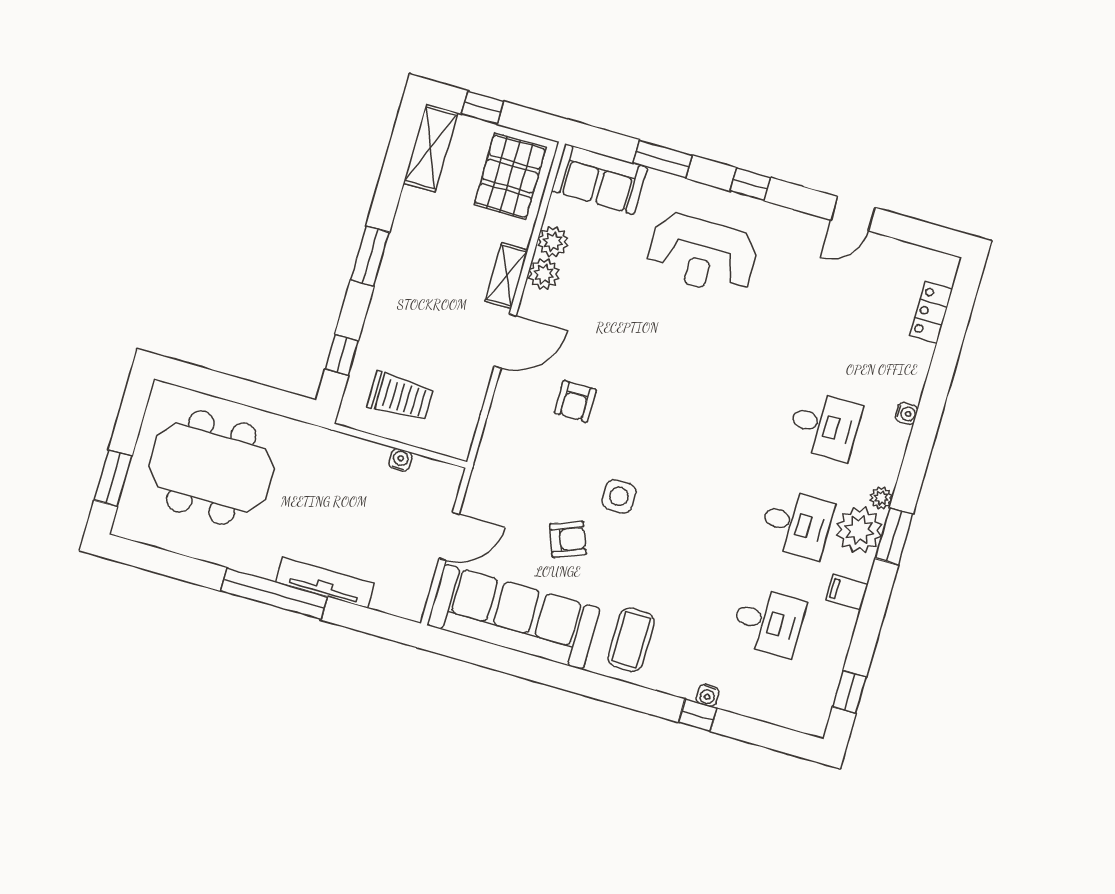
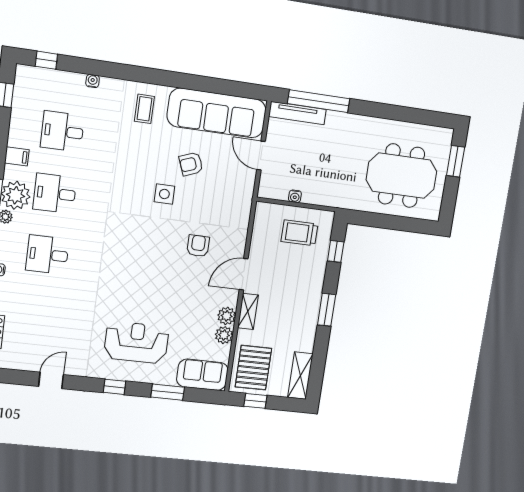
window: (483, 107) -> (255, 401), moved
door: (449, 536) -> (261, 156), hinge flipped
tv unit: (325, 583) -> (297, 113), moved
window: (274, 594) -> (319, 101), moved
coffee table: (631, 640) -> (144, 109), width x0.73, depth x0.77
window: (698, 715) -> (46, 60), moved

